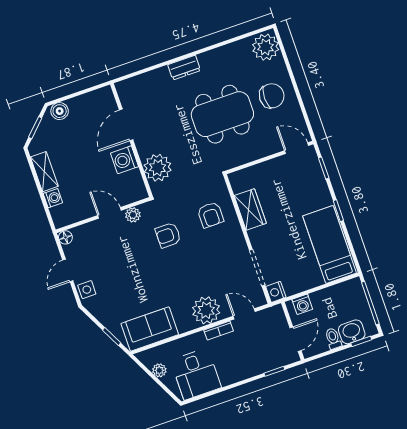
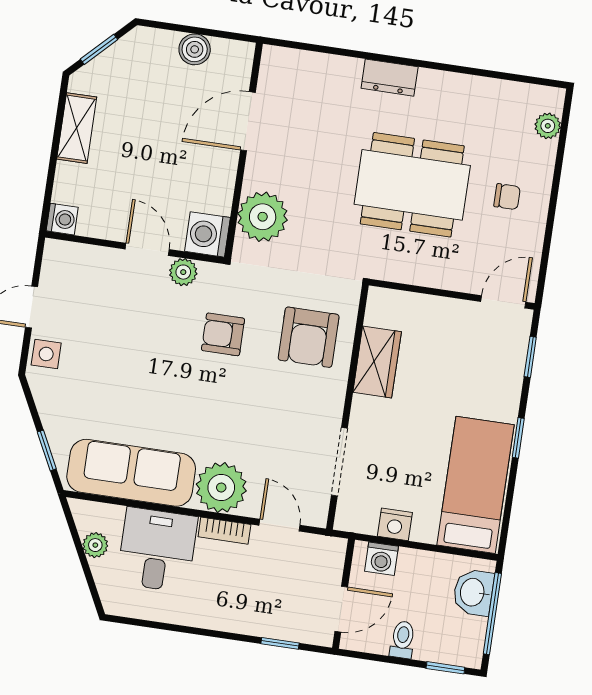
plant: (266, 47) -> (548, 126), width x0.53, depth x0.53
chair: (272, 96) -> (507, 197), width x0.54, depth x0.54
boiler: (60, 111) -> (195, 49), moved
door: (297, 148) -> (503, 302), hinge flipped
washing machine: (125, 160) -> (207, 234), moved
washing machine: (53, 198) -> (62, 219), moved
armchair: (211, 215) -> (309, 337), width x1.38, depth x1.38
floor lamp: (65, 237) -> (56, 252), removed
nightstand: (276, 292) -> (395, 524), moved, turned -90
sofa: (150, 329) -> (131, 473), width x1.36
washbasin: (352, 332) -> (473, 592), moved, turned -90
desk: (196, 374) -> (157, 550), moved, turned 180

